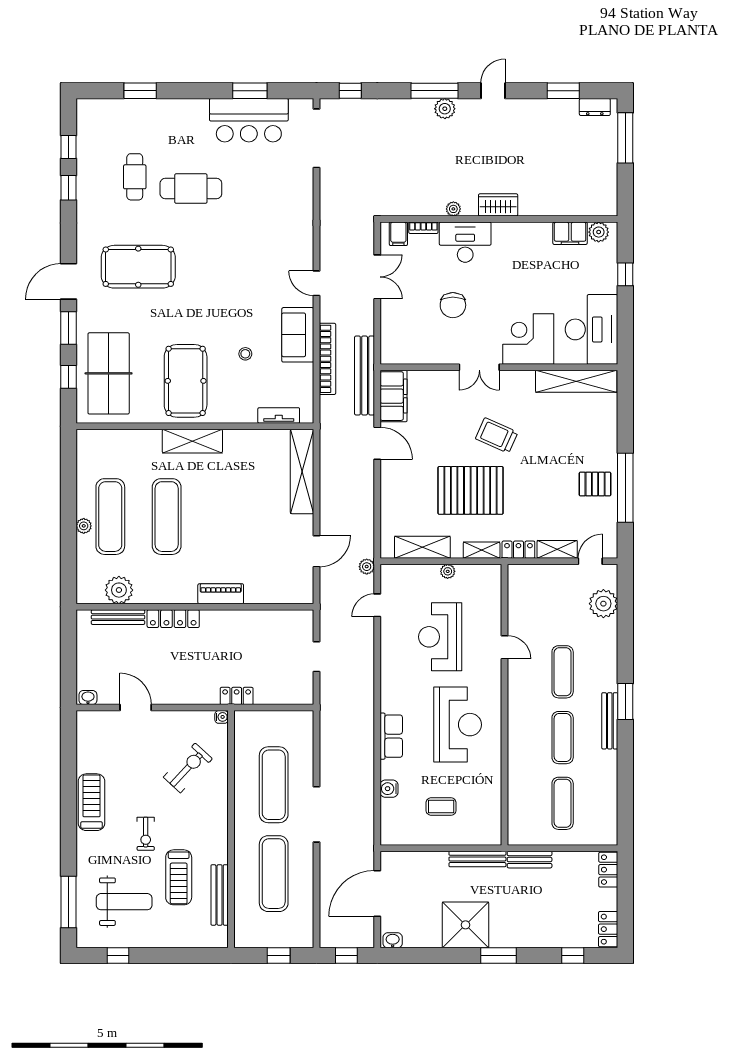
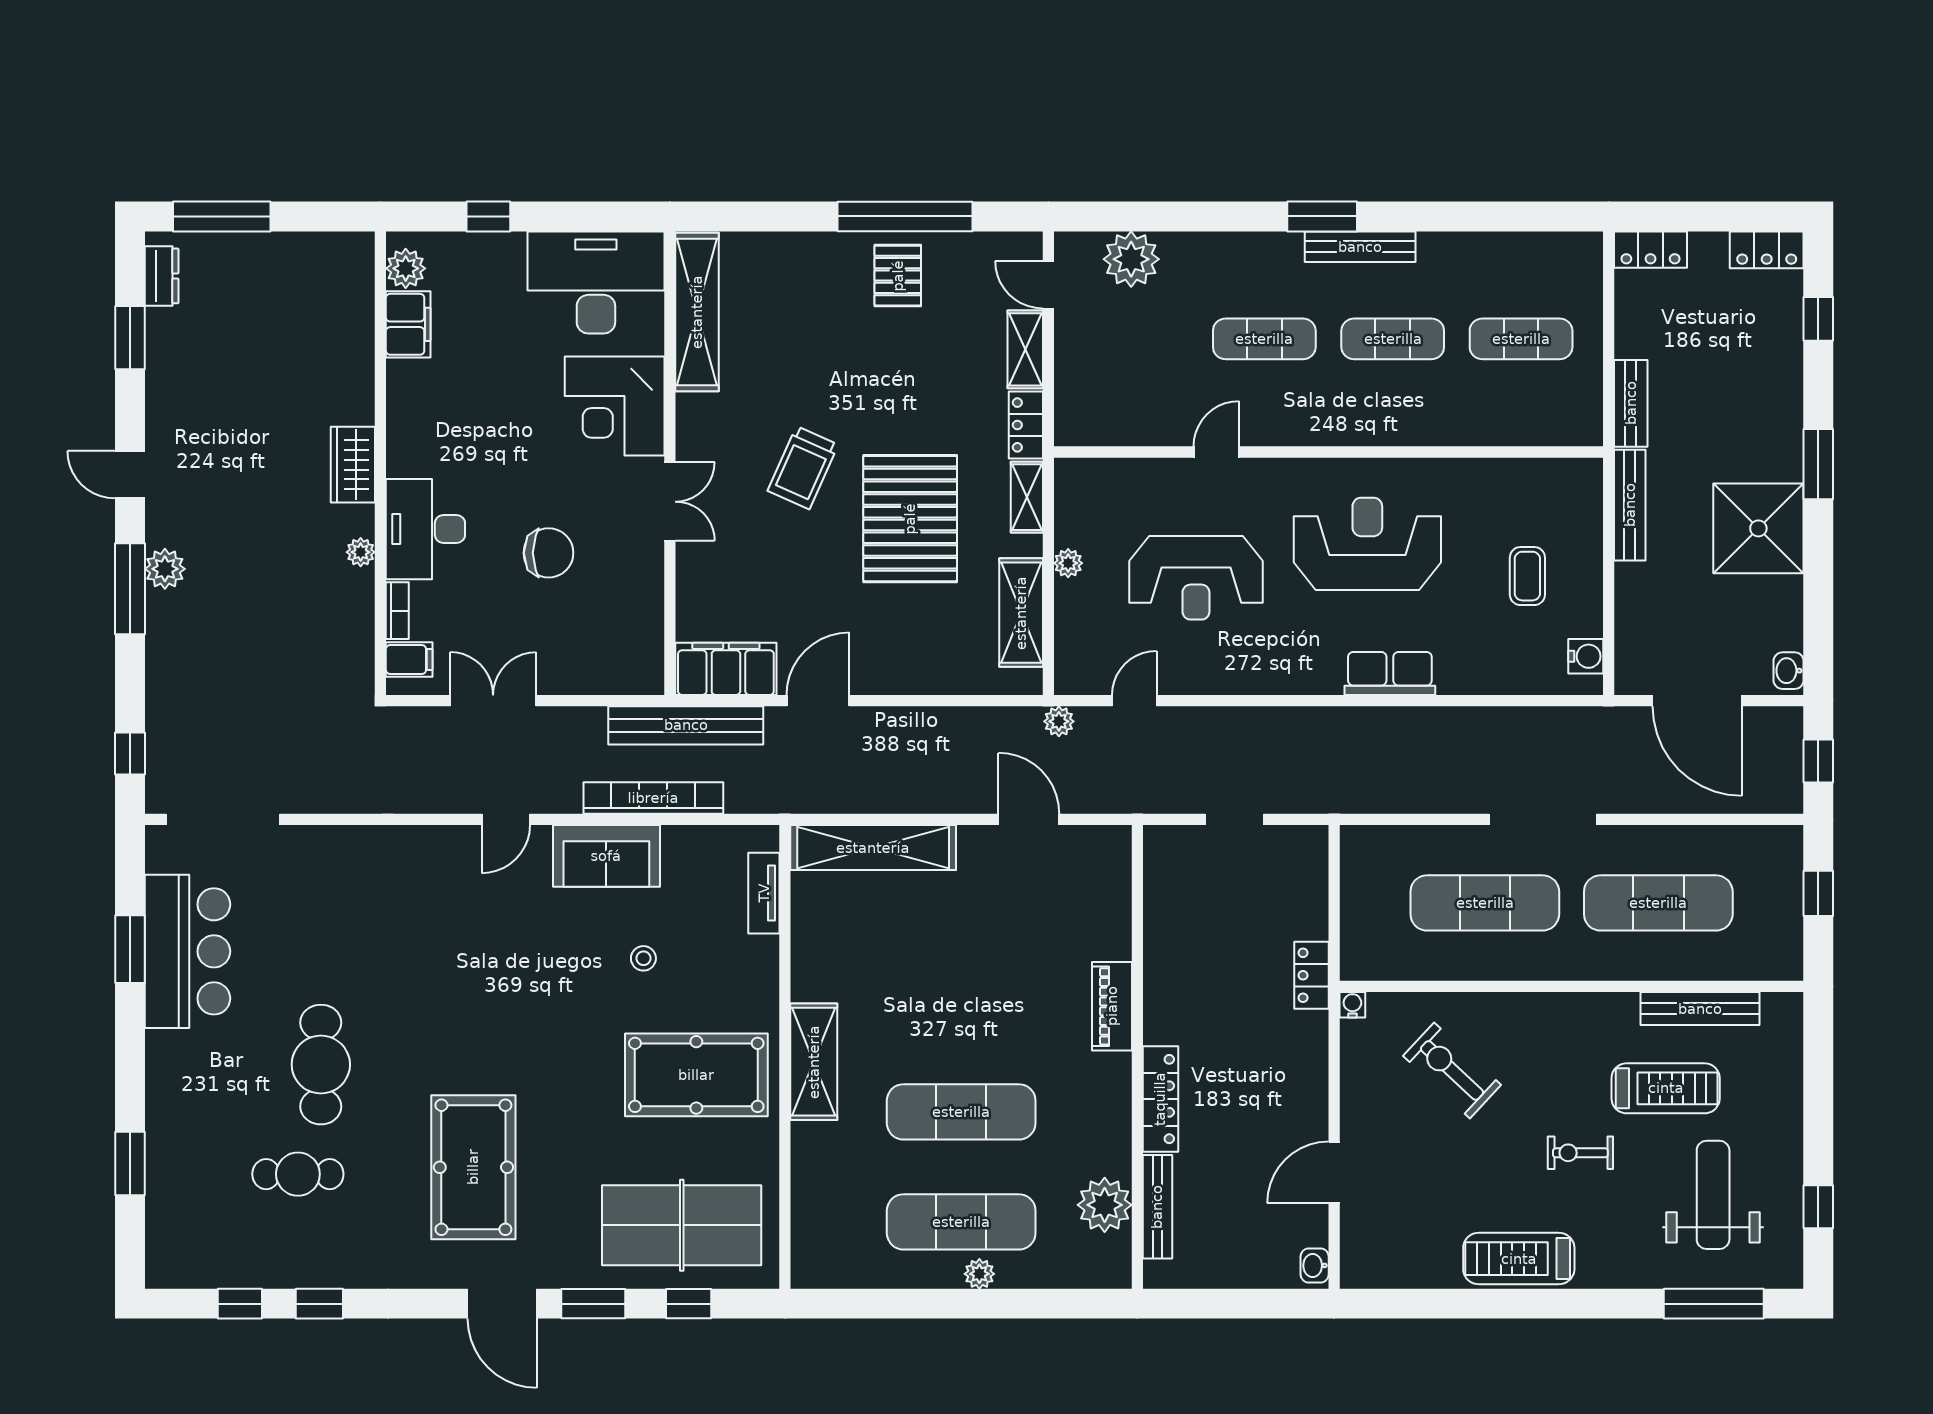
door: (377, 605) -> (1134, 701), swing flipped
water cooler: (389, 789) -> (1586, 656), moved, turned -90
exercise bike: (146, 834) -> (1580, 1153), turned 180

